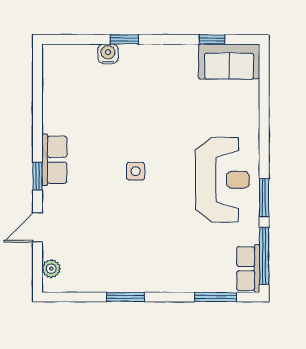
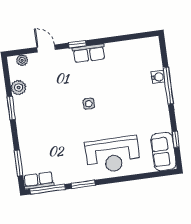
window: (124, 39) -> (168, 86), width x2.17
reception desk: (222, 180) -> (113, 155), moved
plant: (94, 281) -> (19, 87), added

